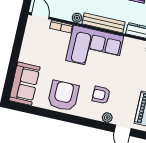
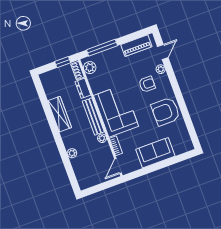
sofa: (24, 84) -> (155, 153), moved
armchair: (101, 95) -> (147, 84), turned -90

